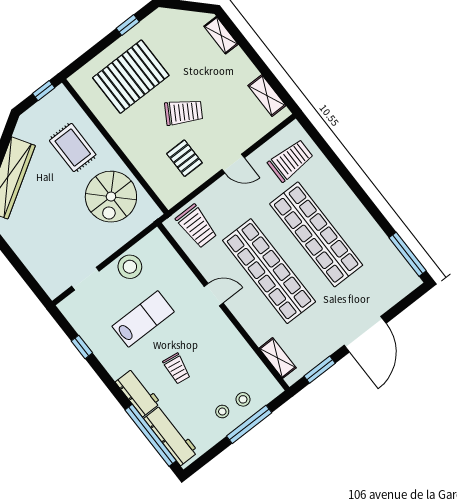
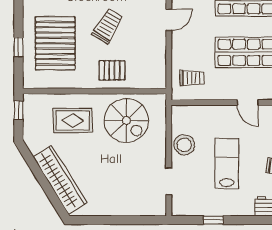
window: (128, 25) -> (19, 47), moved
pallet: (184, 158) -> (112, 70), moved
trolley: (197, 226) -> (192, 78), width x0.73, depth x0.72
door: (214, 295) -> (248, 102), swing flipped

